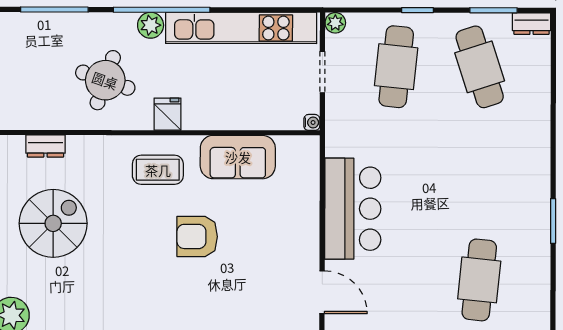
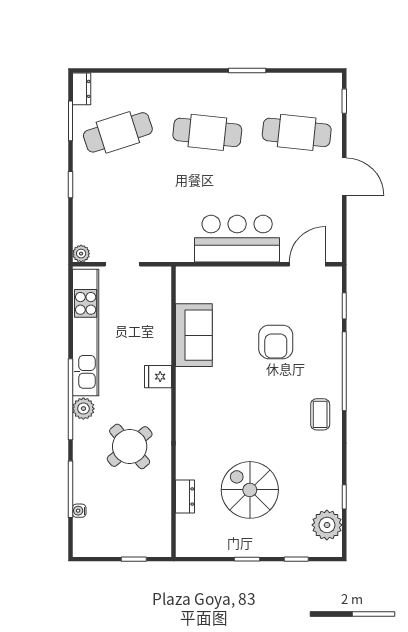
cafe table: (396, 67) -> (207, 132), moved
round table: (105, 80) -> (130, 446), turned 31
fridge: (168, 114) -> (158, 377), moved
water cooler: (312, 122) -> (79, 511), moved, turned -90
coffee table: (158, 170) -> (320, 414), moved, width x0.73, depth x0.77
armchair: (197, 236) -> (276, 342), moved

